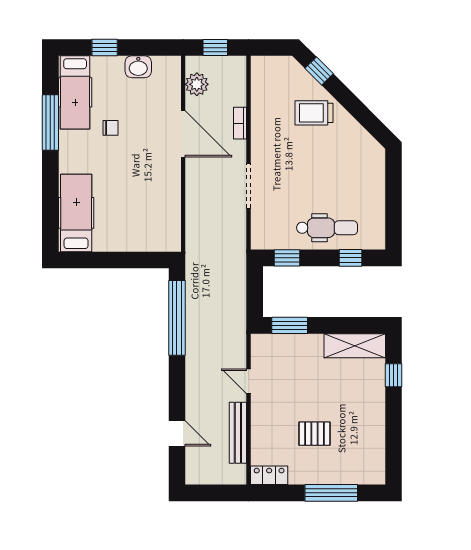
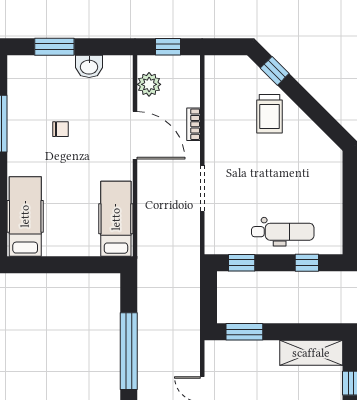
window: (105, 48) -> (54, 47), width x1.50
hospital bed: (75, 92) -> (116, 219), moved, turned 180
trolley: (314, 113) -> (269, 114), turned -90
window: (177, 318) -> (129, 351), moved

